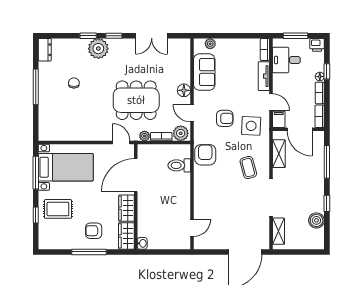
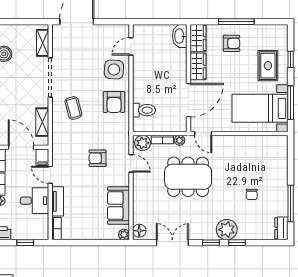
window: (295, 36) -> (25, 243), width x0.67
plant: (210, 44) -> (124, 234), moved
desk: (286, 60) -> (35, 201), moved
window: (36, 87) -> (291, 204), moved
floor lamp: (184, 90) -> (139, 231), moved
side table: (251, 126) -> (114, 69), moved
armchair: (205, 155) -> (114, 102), moved
rug: (58, 209) -> (268, 66), turned 90
washbasin: (142, 243) -> (180, 36), width x1.91, depth x1.45

